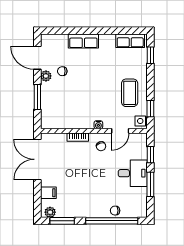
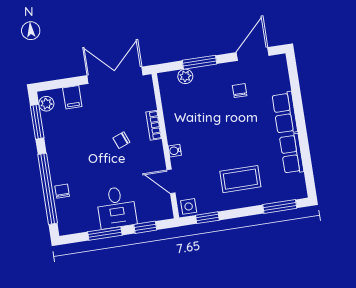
row of seats: (130, 41) -> (292, 154), moved
window: (150, 55) -> (280, 206), width x1.50
plant: (46, 76) -> (185, 76), moved
coffee table: (130, 93) -> (240, 179), moved
chair: (101, 146) -> (121, 140), moved

